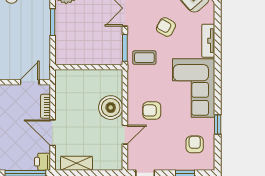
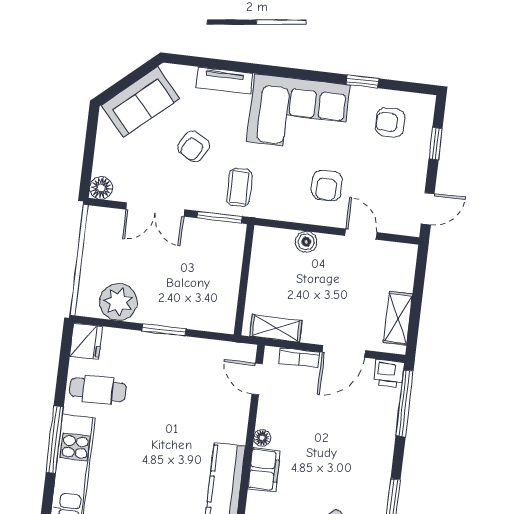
shelving: (62, 90) -> (276, 328), added
boiler: (111, 108) -> (306, 242), width x0.54, depth x0.54

